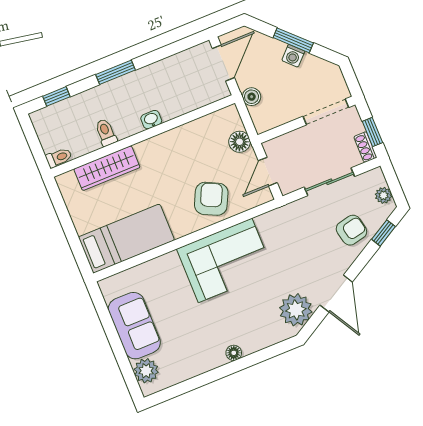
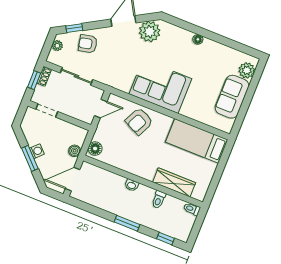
doorway: (326, 112) -> (47, 110), width x0.73
floor lamp: (240, 142) -> (95, 149), moved

